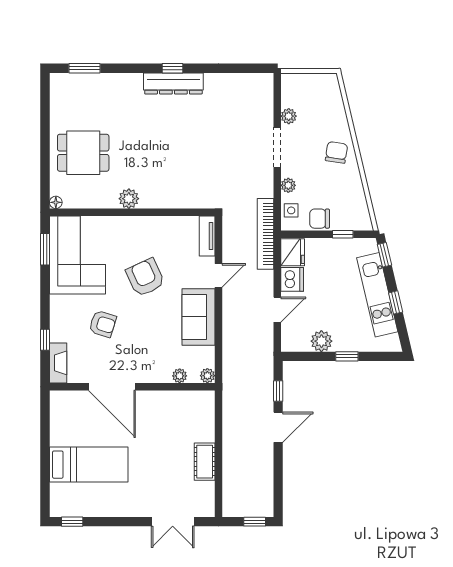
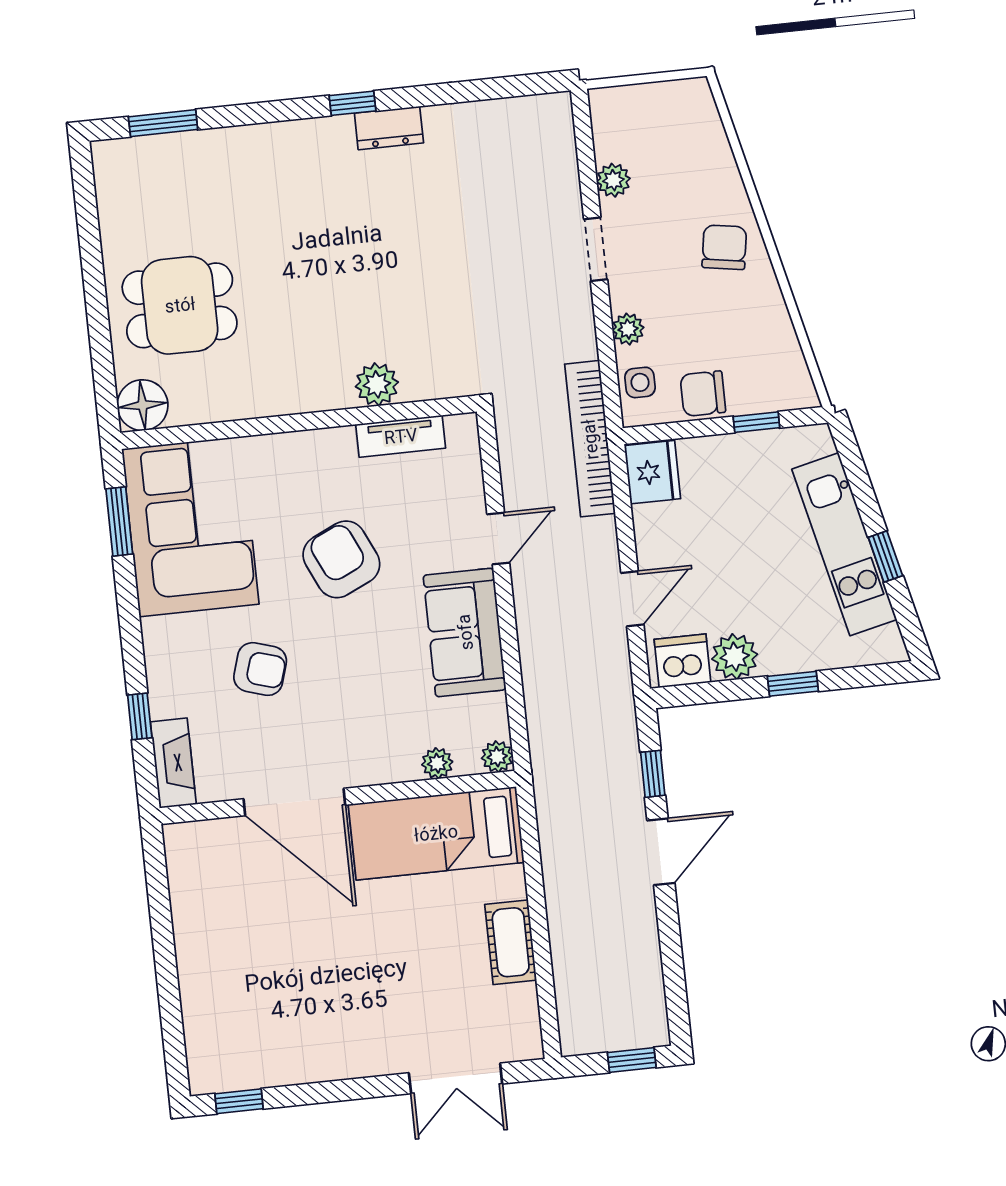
dresser: (173, 83) -> (389, 128), width x0.51, depth x0.80
doorway: (277, 147) -> (596, 249), width x0.73
plant: (129, 199) -> (377, 384), moved
floor lamp: (56, 202) -> (143, 405), width x1.89, depth x1.89
tv unit: (207, 236) -> (401, 436), moved, turned -90
window: (384, 255) -> (851, 457), removed
dishwasher: (292, 279) -> (683, 661), moved, turned -90
bed: (89, 465) -> (436, 833), moved, turned 180

